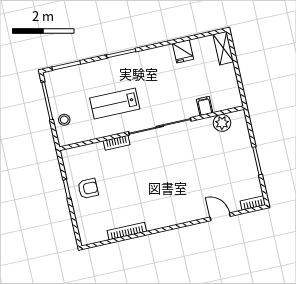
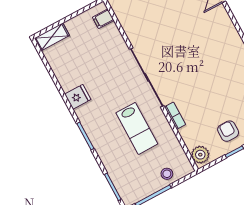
fridge: (183, 51) -> (78, 97), moved
filing cabinet: (205, 106) -> (103, 19), moved
plant: (222, 123) -> (200, 155), moved

